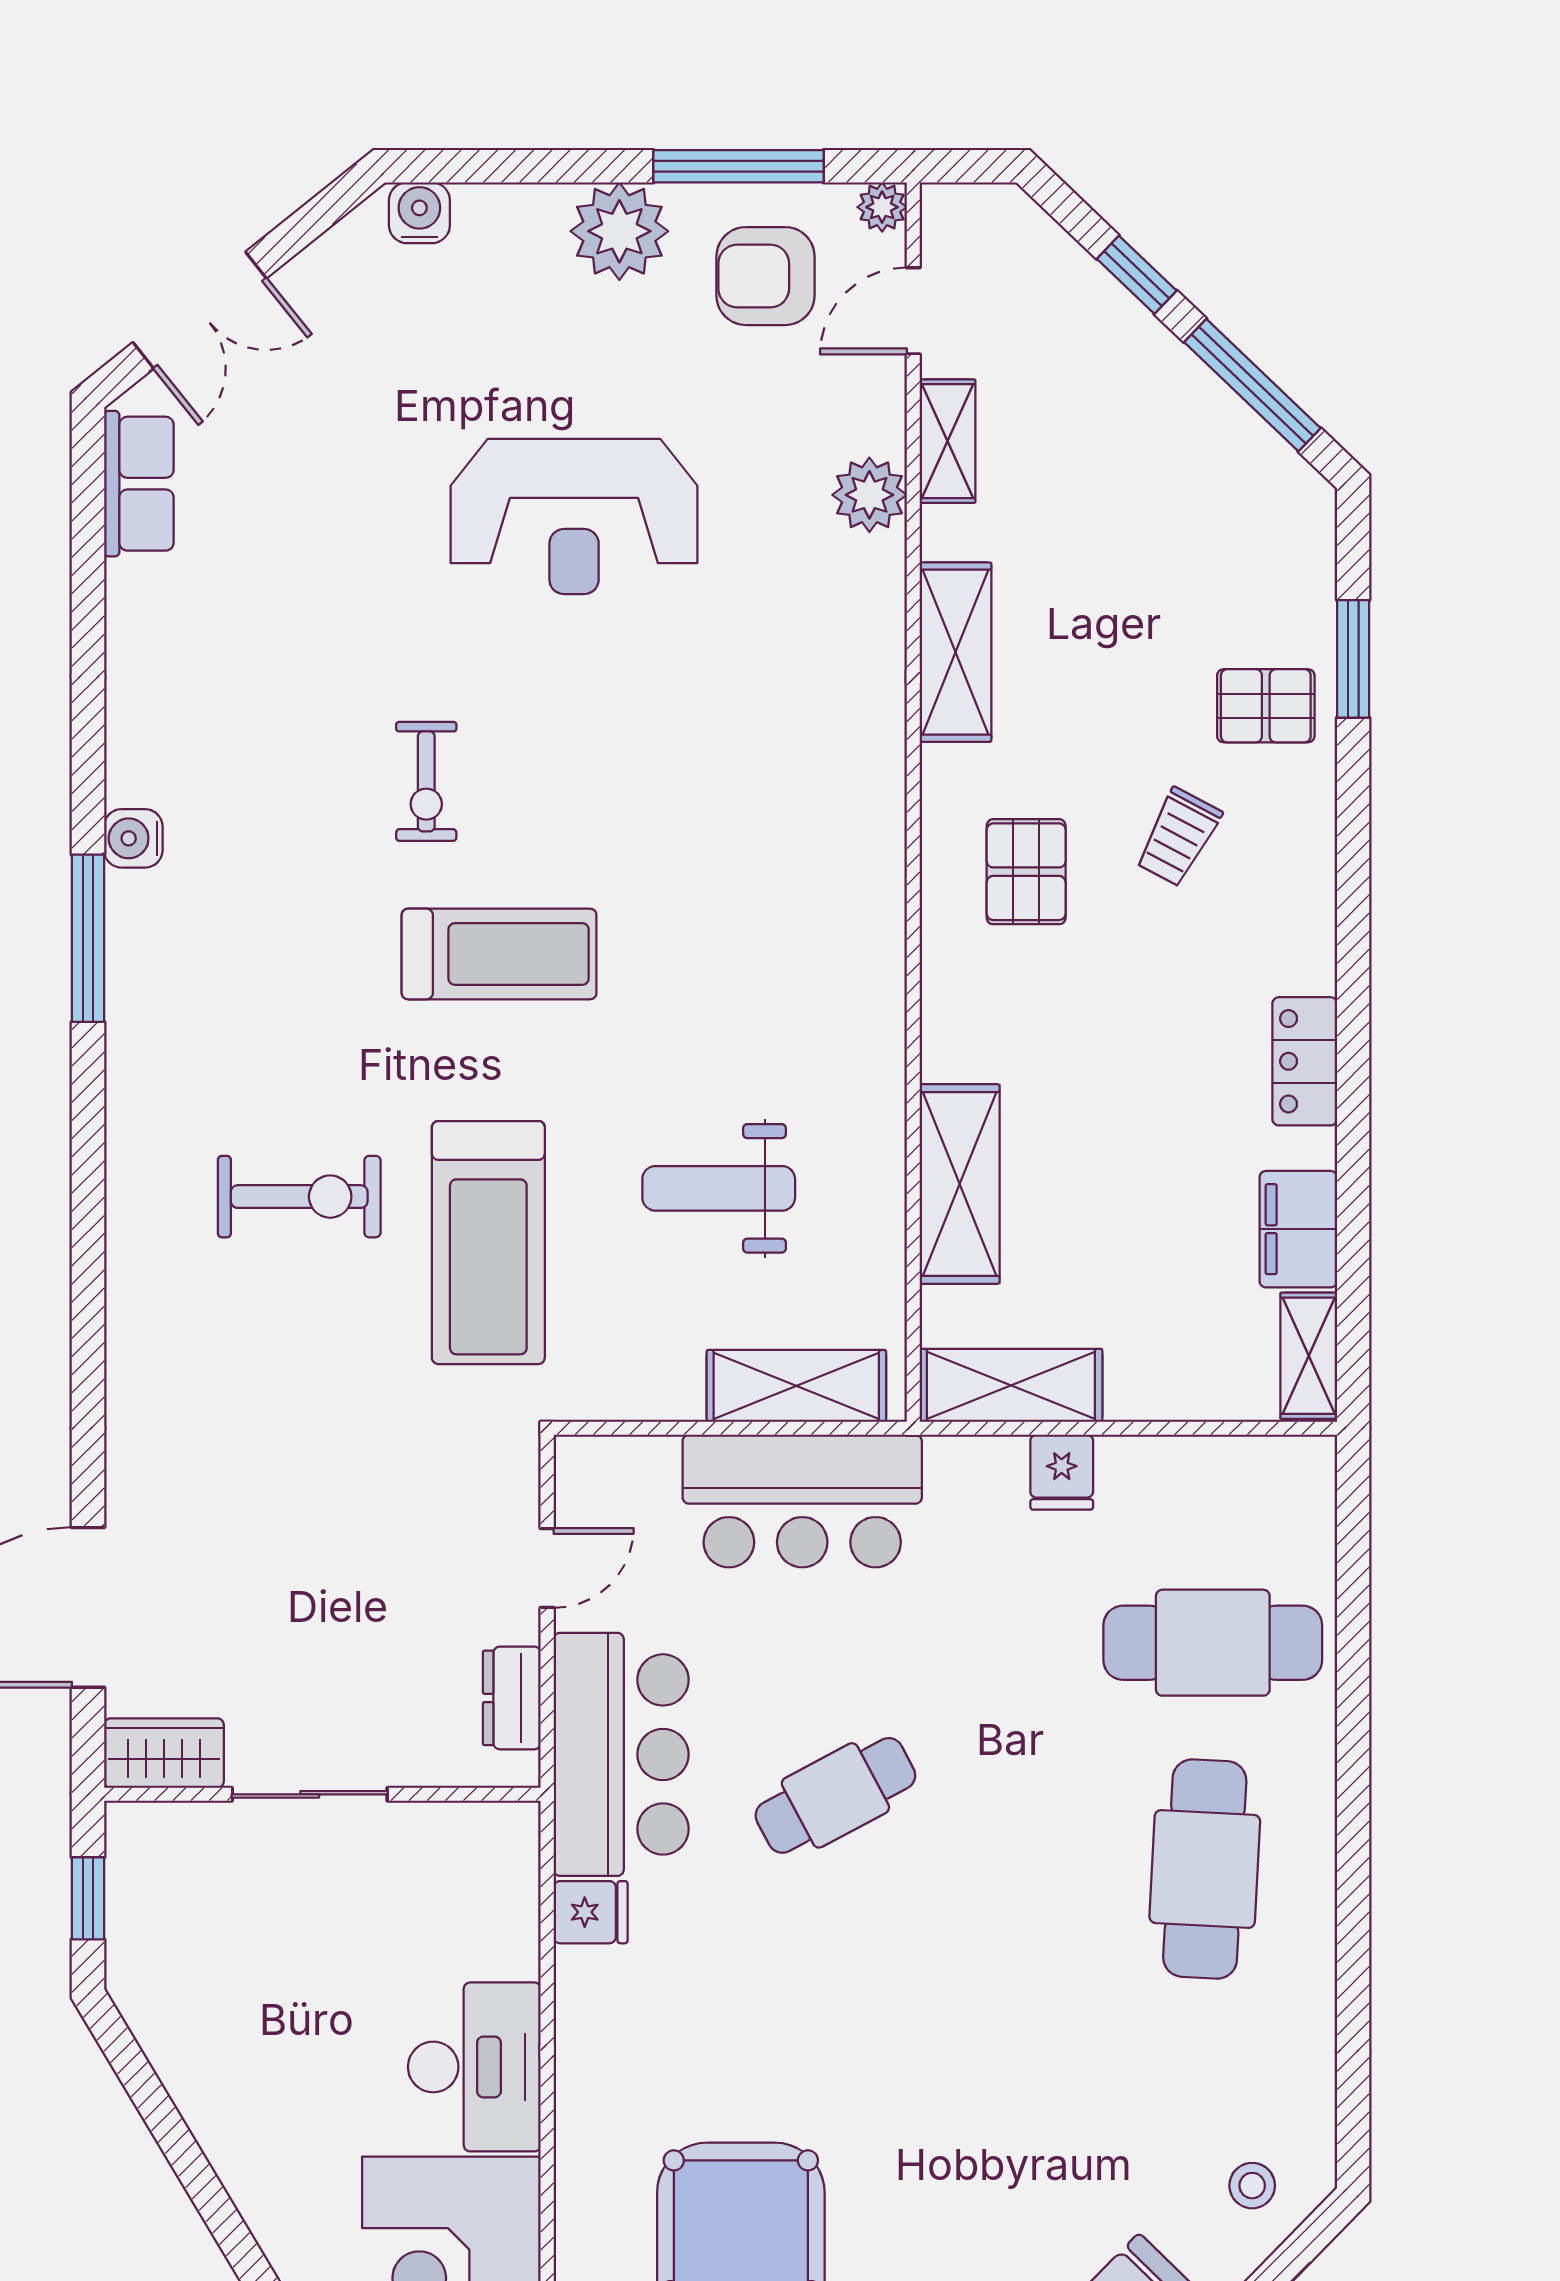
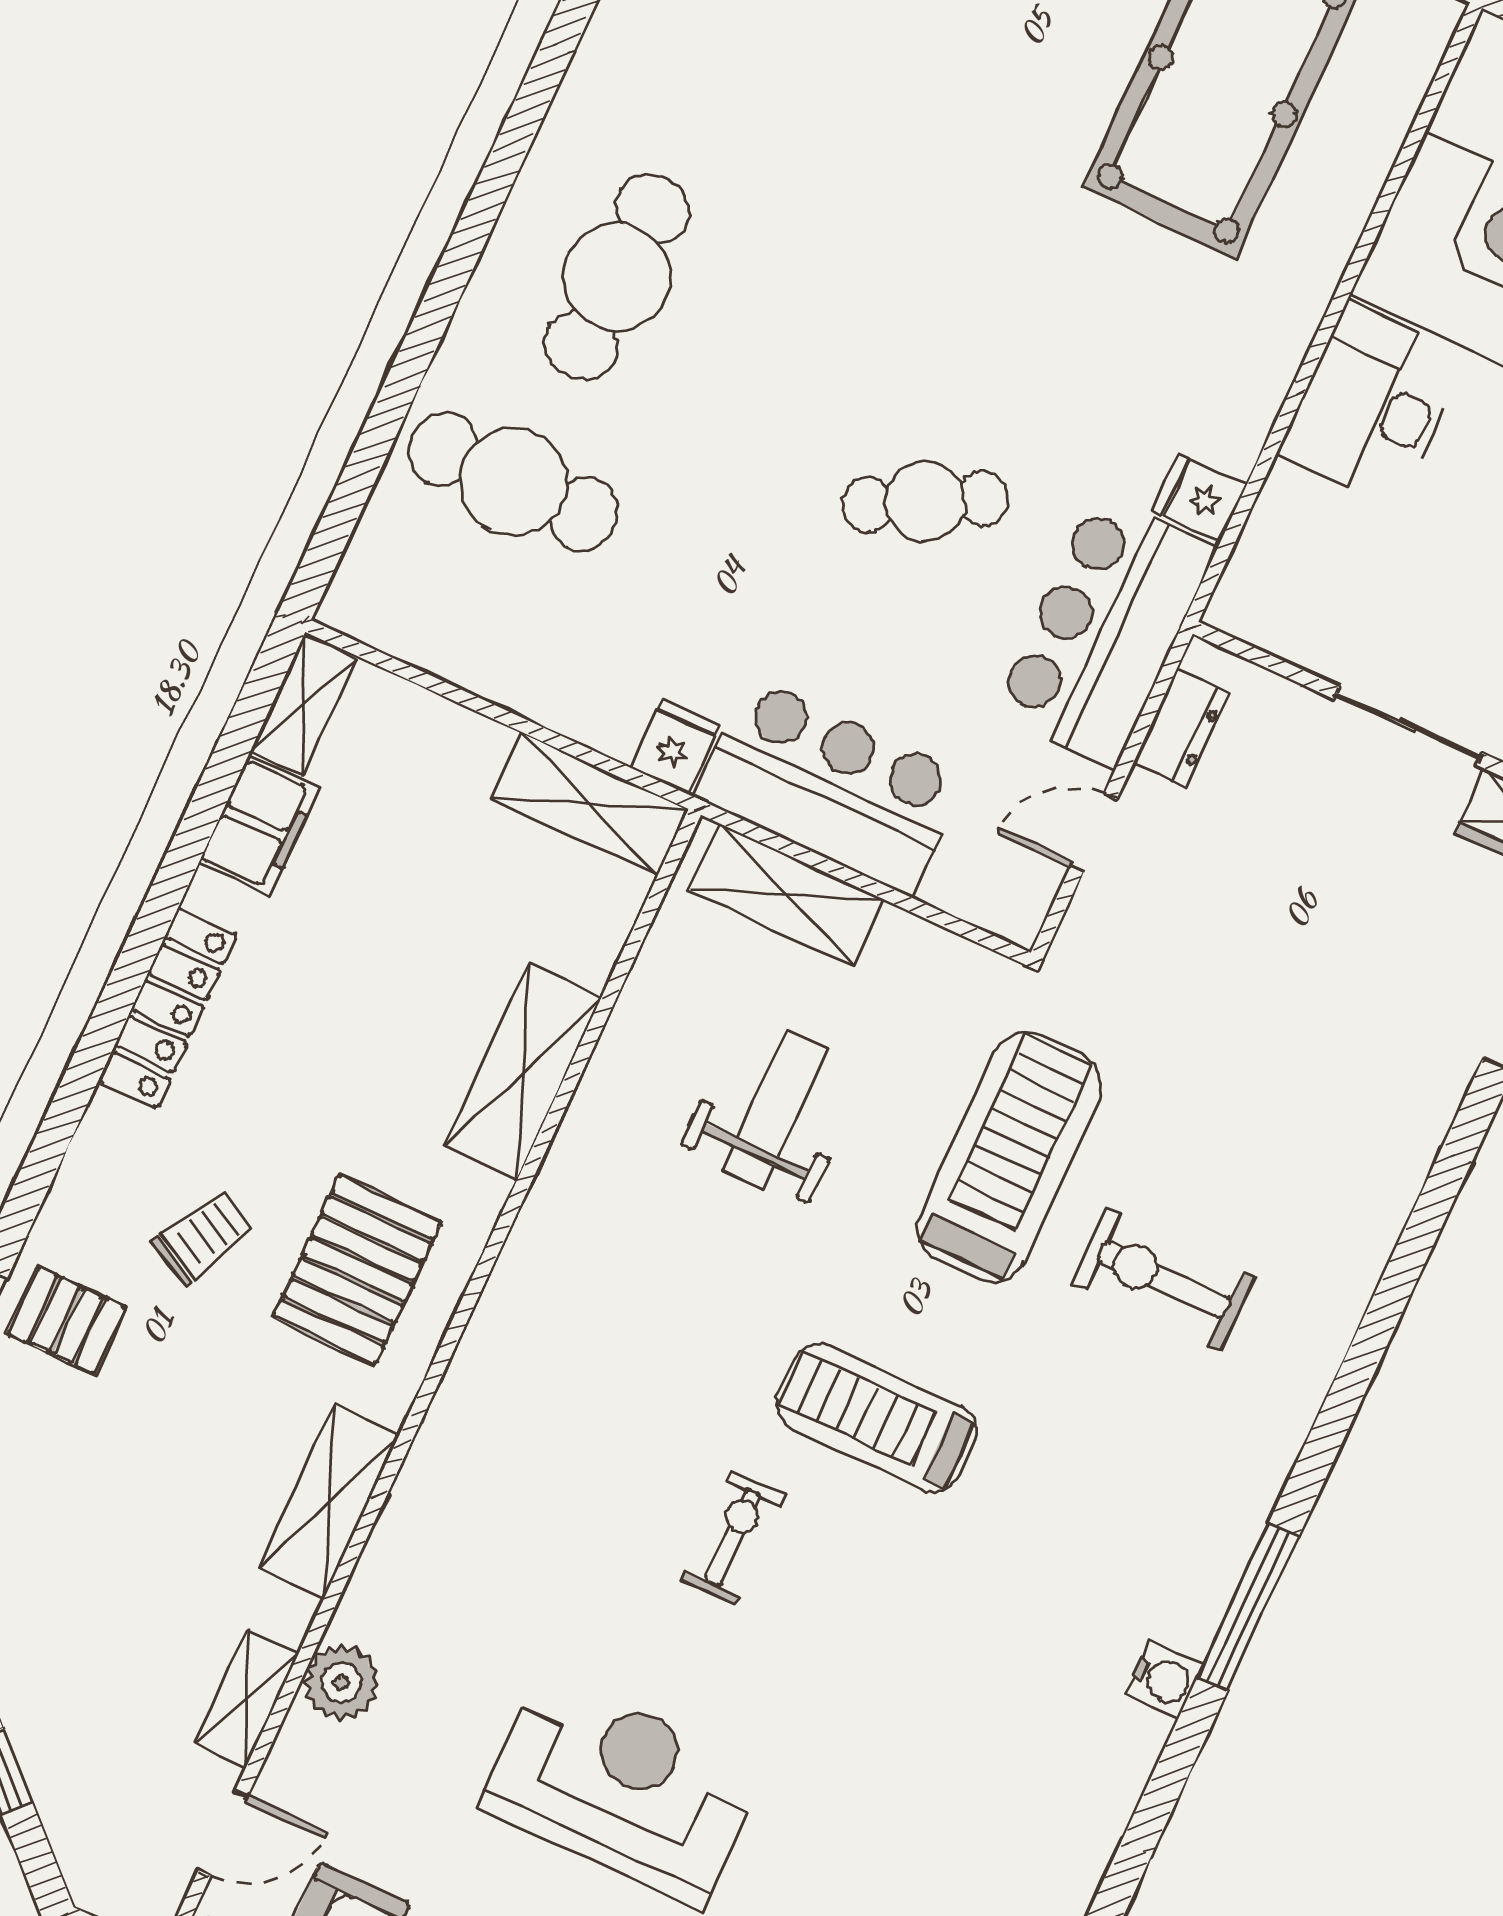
exercise bike: (426, 781) -> (733, 1537), moved
pallet: (1026, 872) -> (357, 1270), width x1.50, depth x1.42
locker: (1305, 1061) -> (168, 1008), width x1.53
shelving: (960, 1184) -> (523, 1072), moved
weight bench: (719, 1188) -> (775, 1109), turned -90
fridge: (1062, 1472) -> (675, 746), moved

